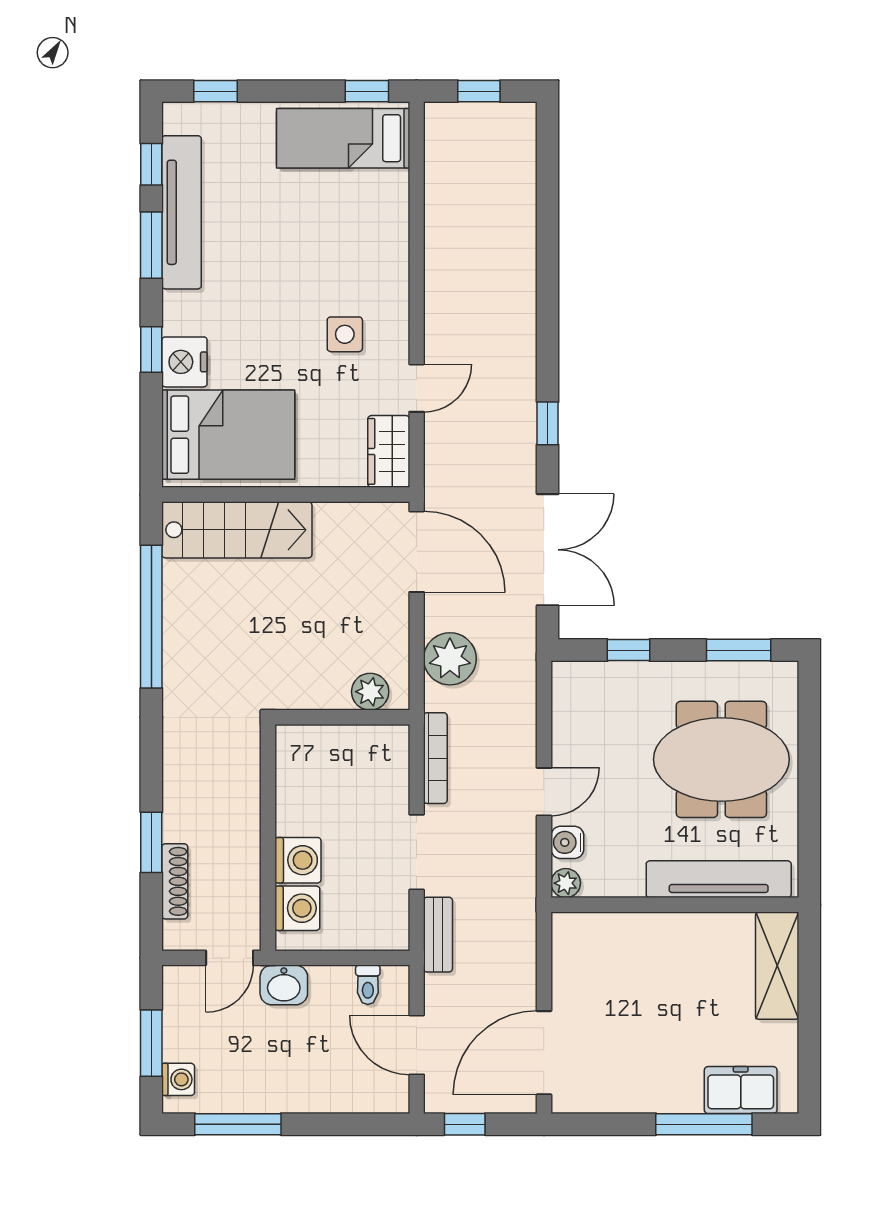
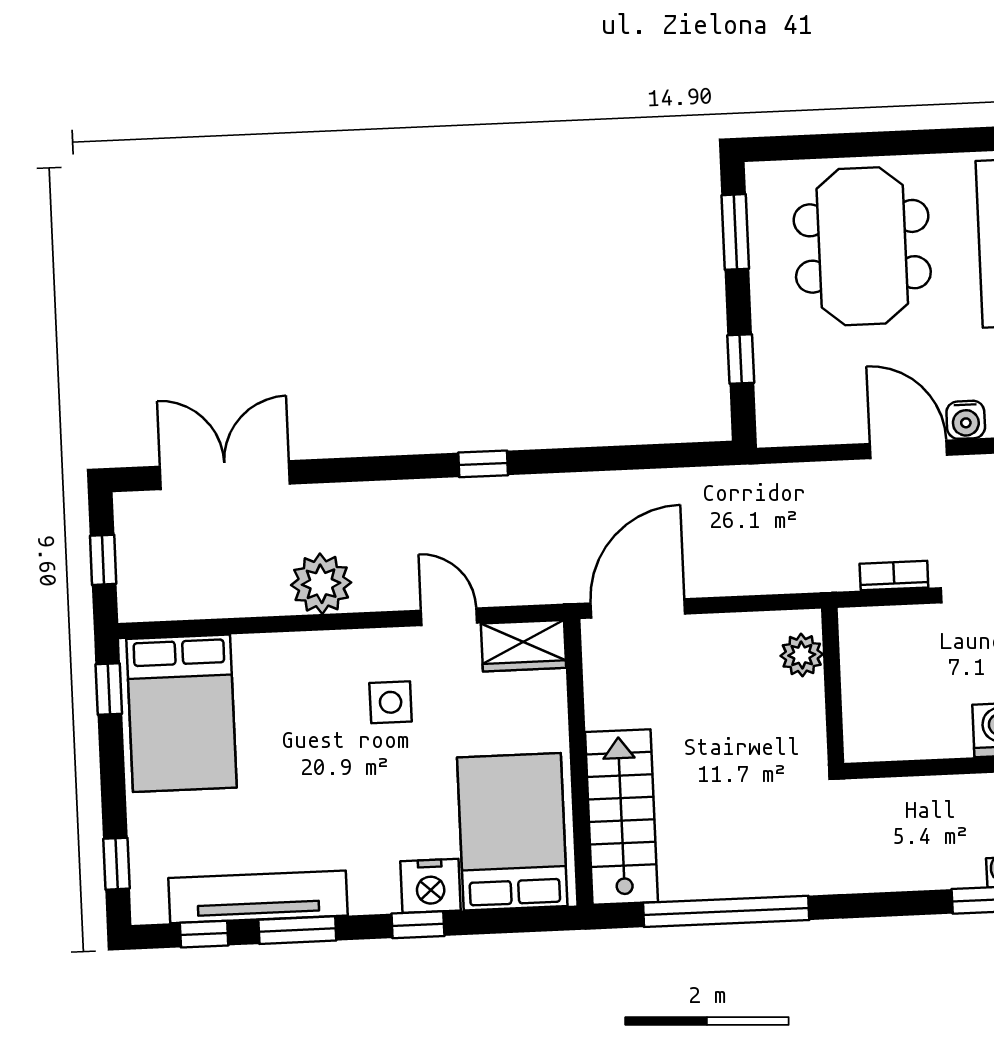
bed: (343, 138) -> (182, 713), width x1.50
double door: (548, 550) -> (225, 475), moved
plant: (450, 659) -> (321, 584), moved
bookcase: (435, 758) -> (894, 576), width x0.64
door: (544, 792) -> (908, 449), width x1.38

